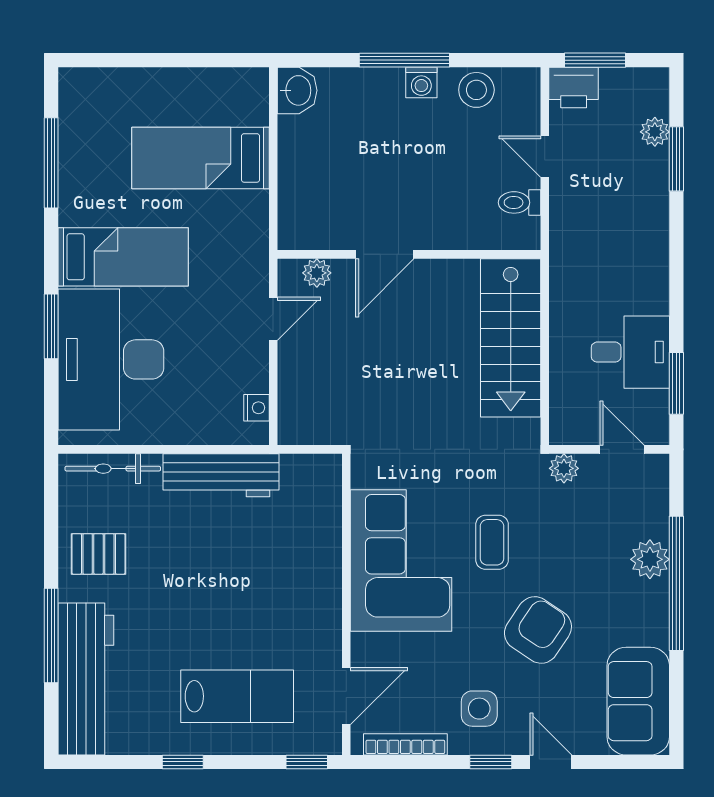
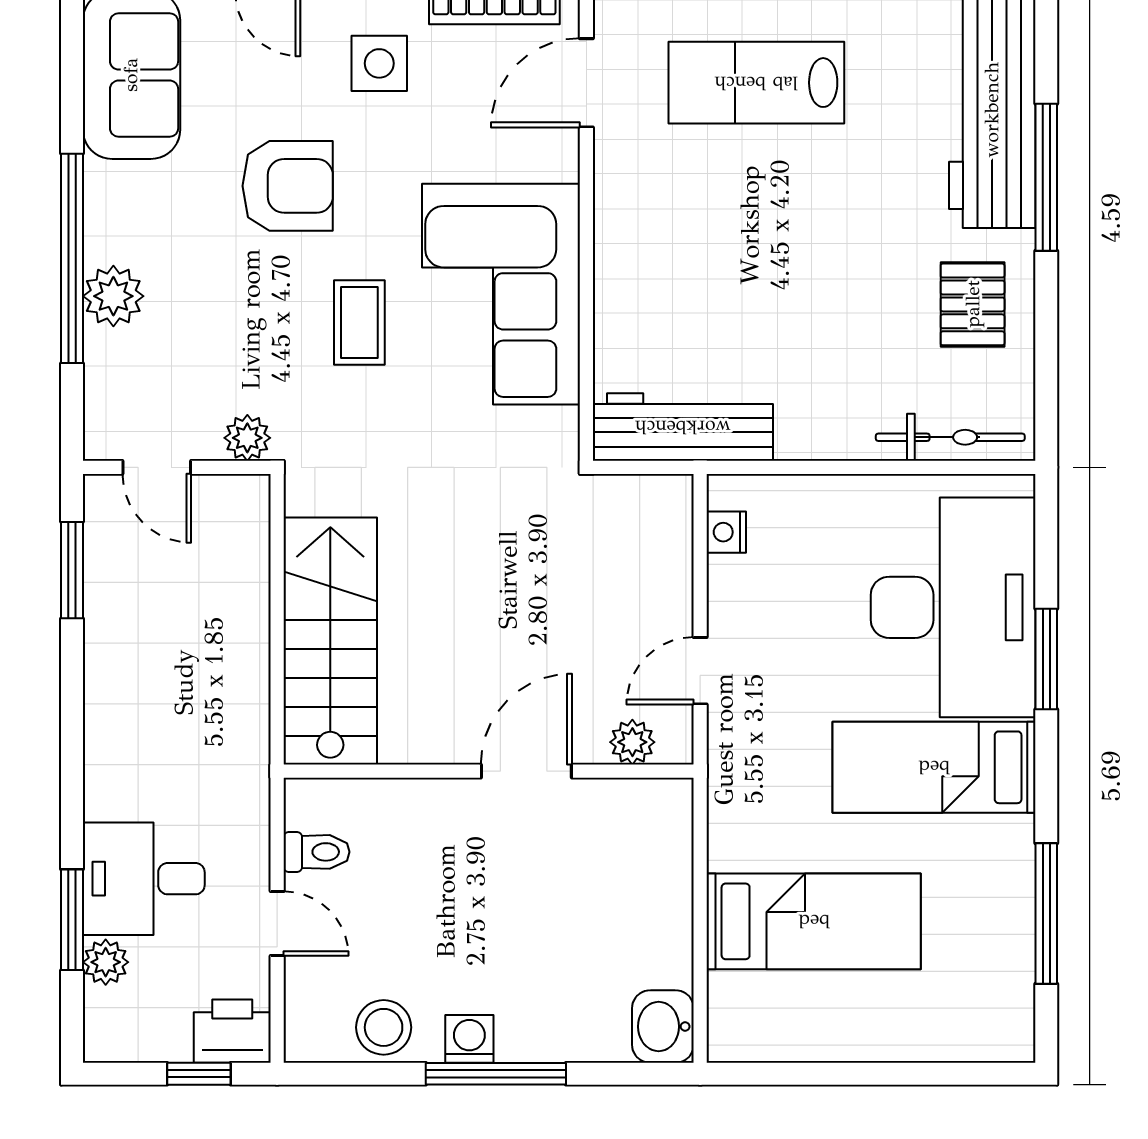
window: (595, 60) -> (199, 1074), width x0.67
desk: (630, 352) -> (144, 879), moved
workbench: (221, 475) -> (683, 427), moved
pallet: (98, 554) -> (973, 304), turned 90
armchair: (538, 630) -> (288, 186), turned -124

